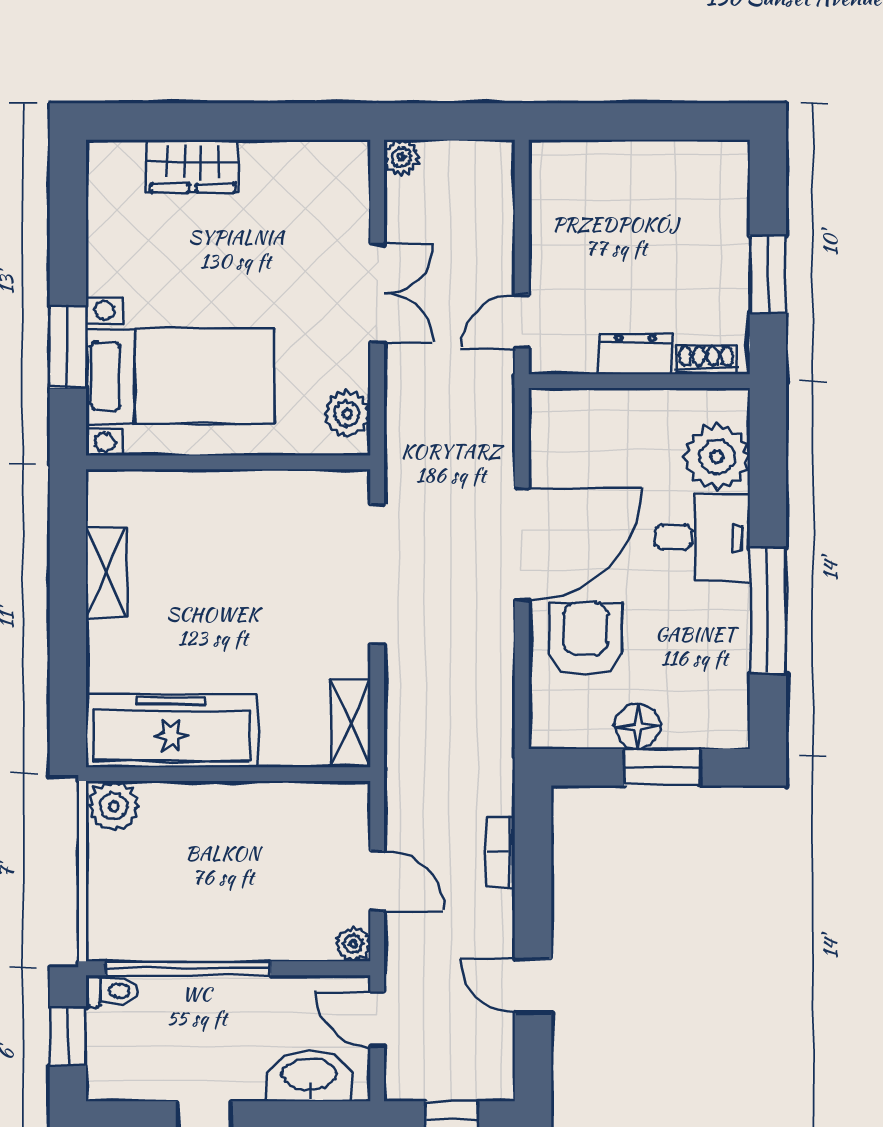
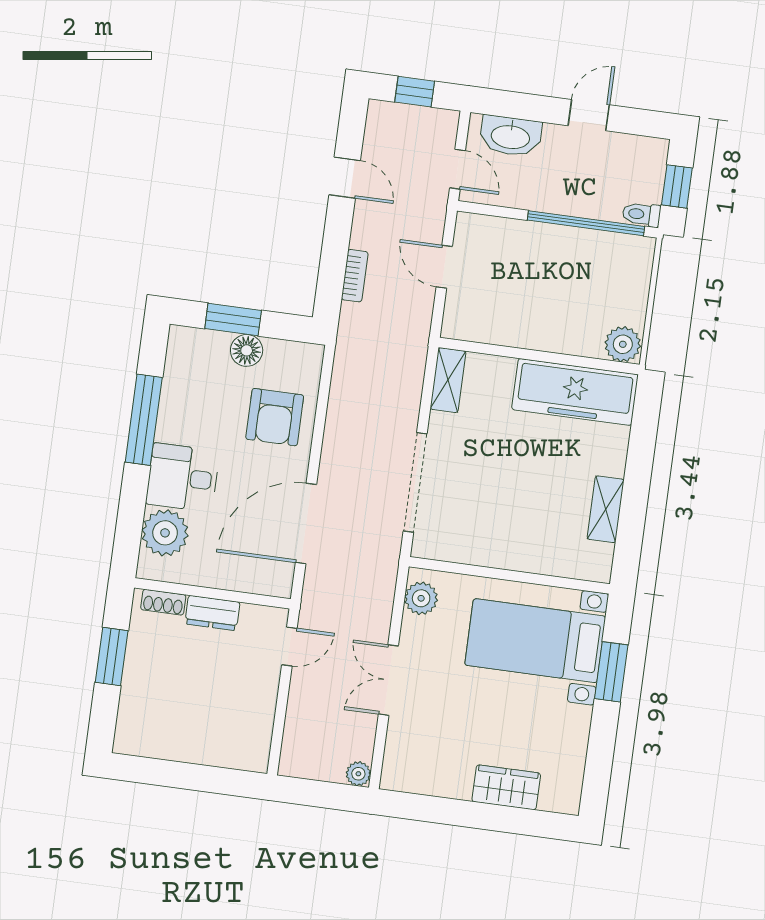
door: (522, 544) -> (306, 524), moved
plant: (353, 944) -> (467, 224), removed

